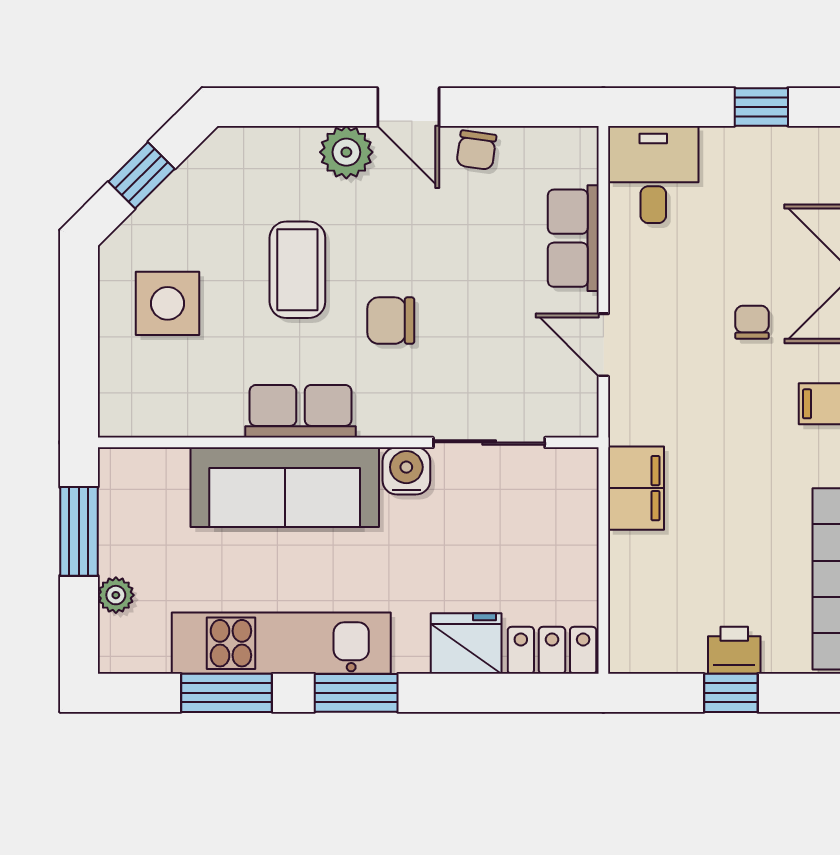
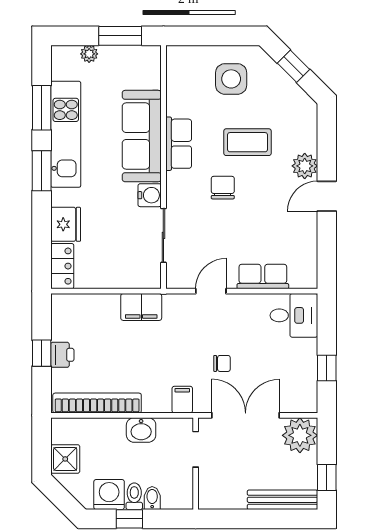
chair: (476, 150) -> (306, 229), removed

